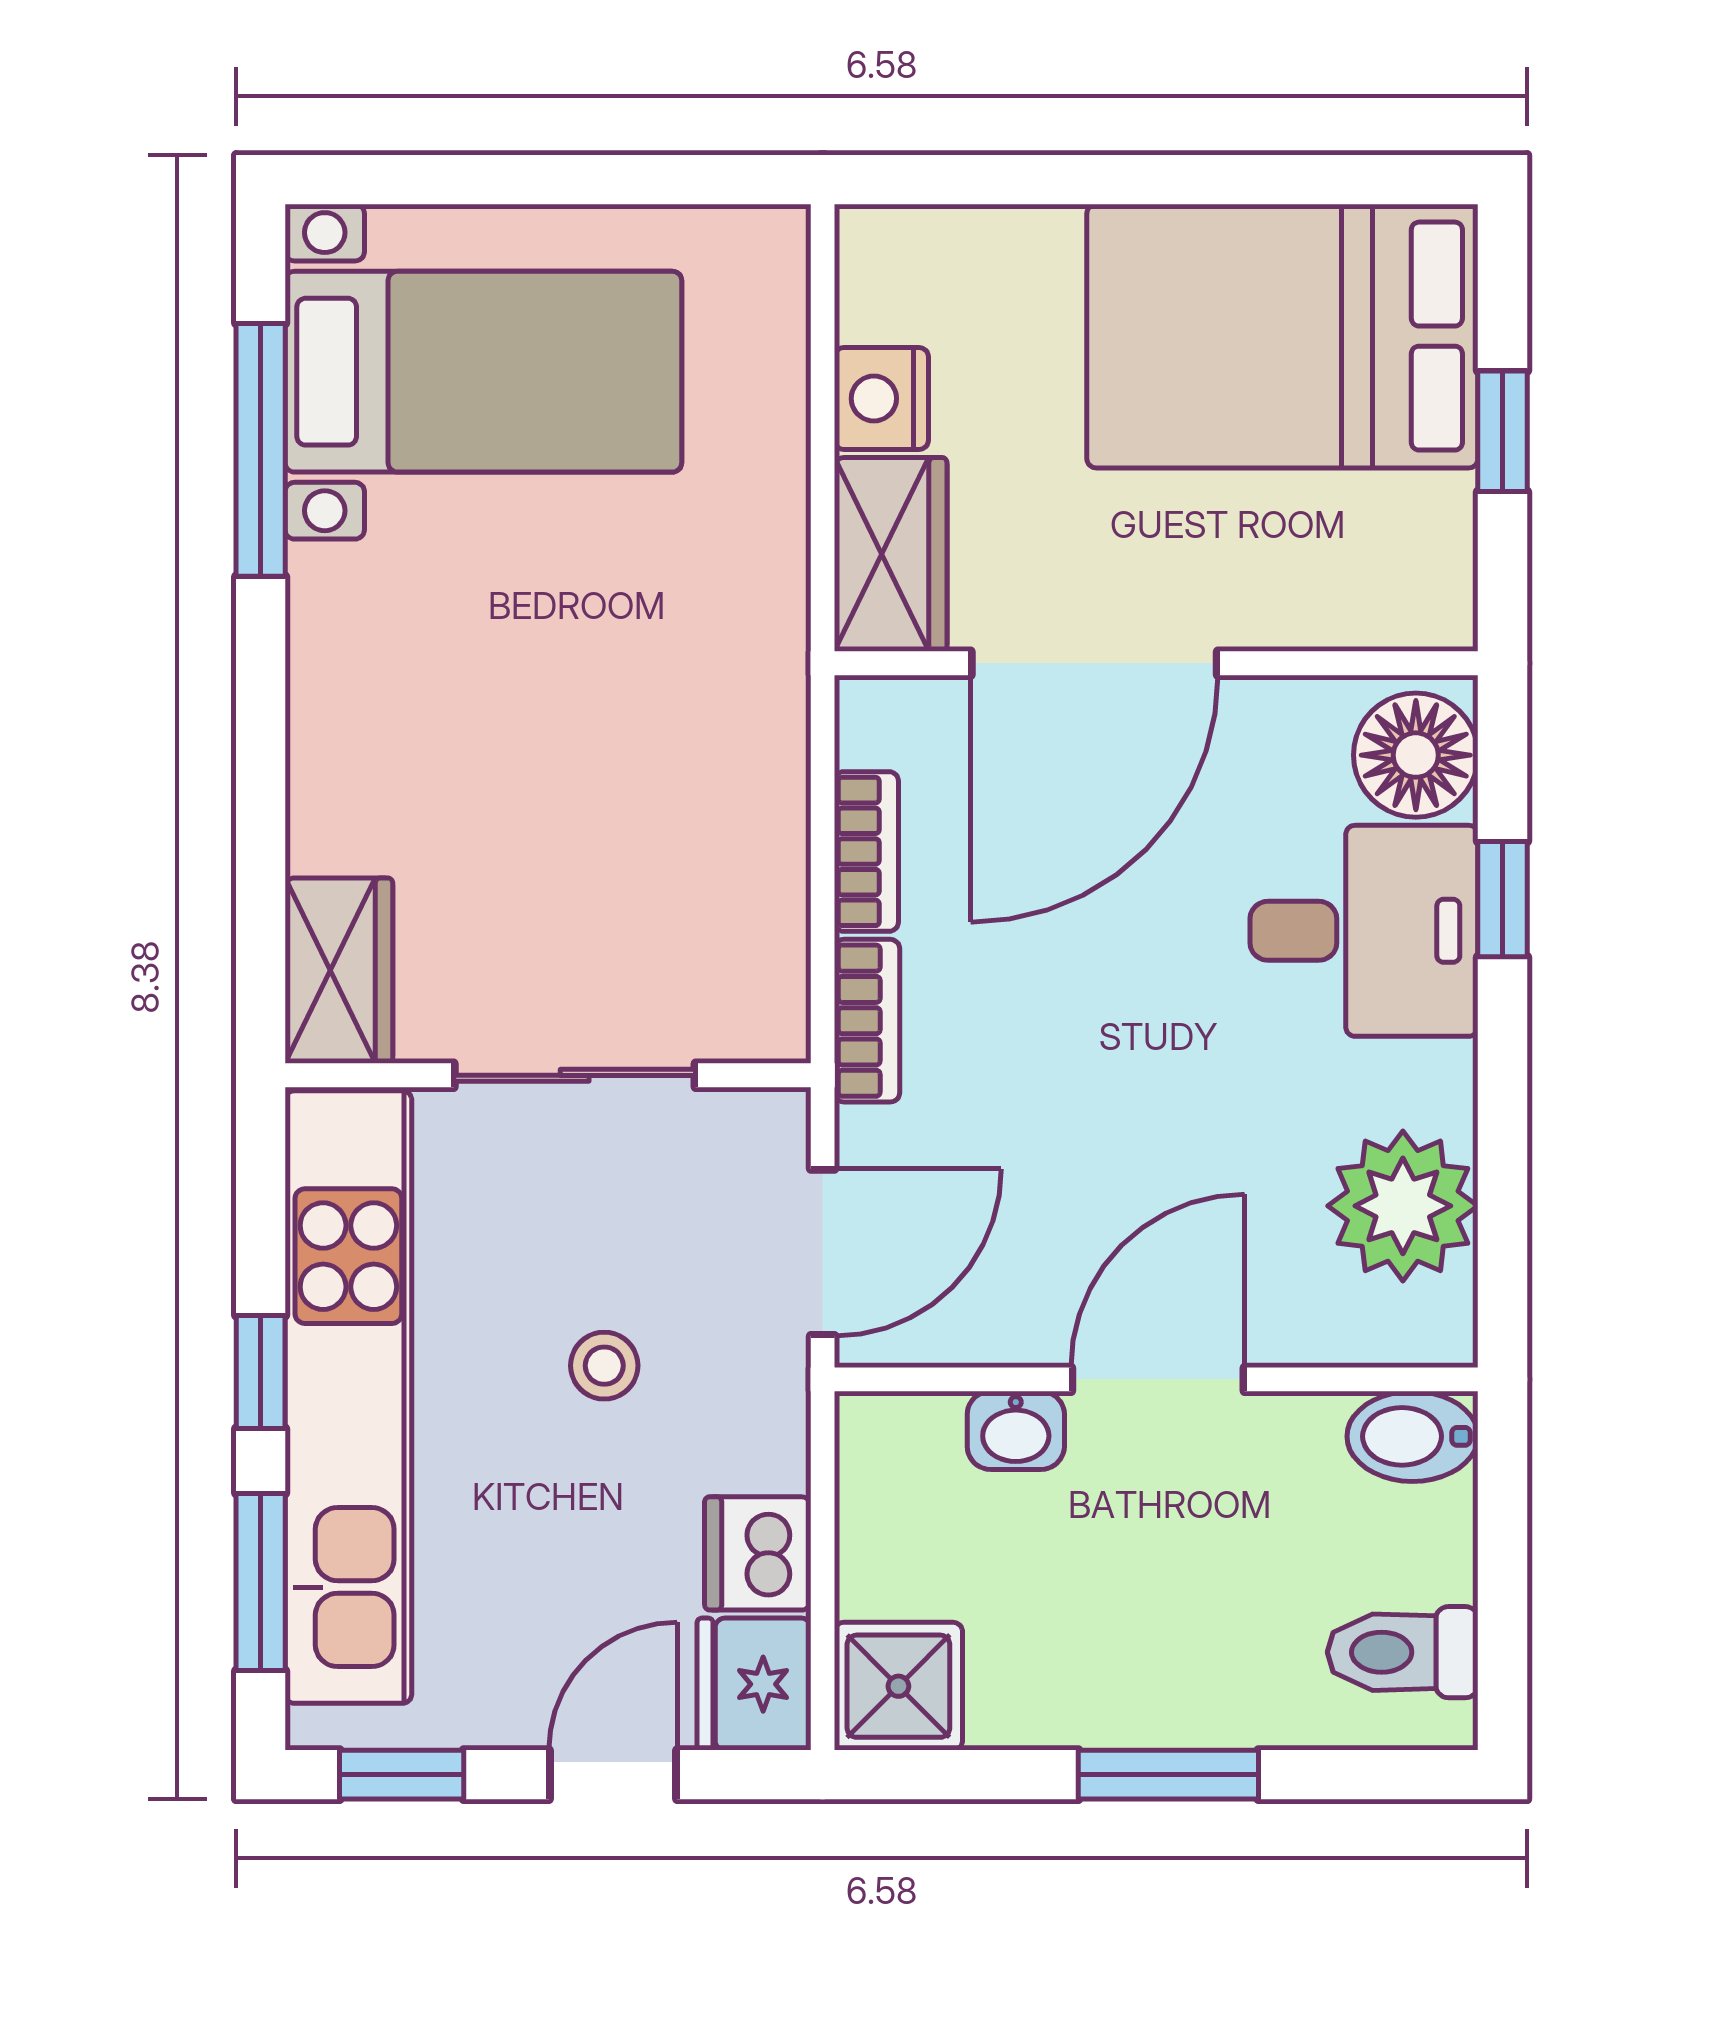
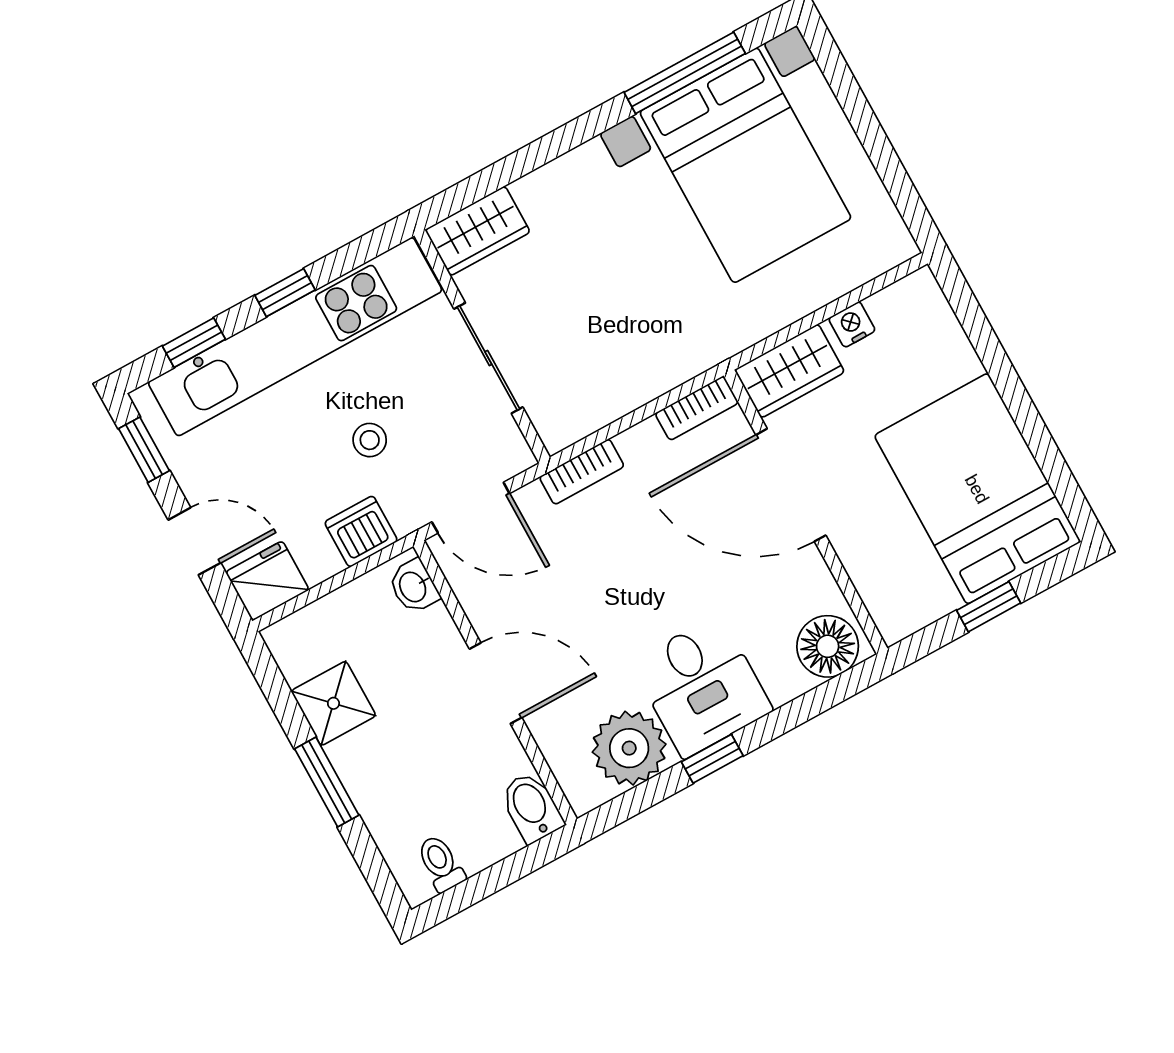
bed with nightstands: (483, 372) -> (745, 165), width x1.36
nightstand: (881, 398) -> (852, 324), width x0.72, depth x0.74
bookcase: (866, 851) -> (697, 408), moved
window: (1502, 899) -> (712, 759), moved
desk: (1364, 931) -> (702, 686), moved
washbasin: (1016, 1430) -> (414, 586), moved
dishwasher: (758, 1553) -> (361, 531), moved
window: (261, 1582) -> (194, 343), width x0.67
toilet: (1403, 1652) -> (441, 863), width x0.73, depth x0.72
shower: (898, 1686) -> (333, 703), moved

